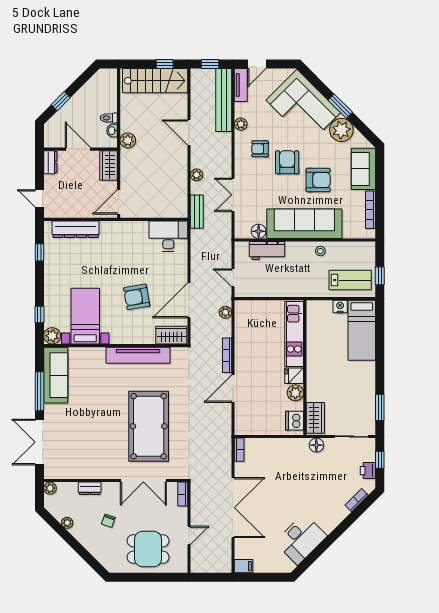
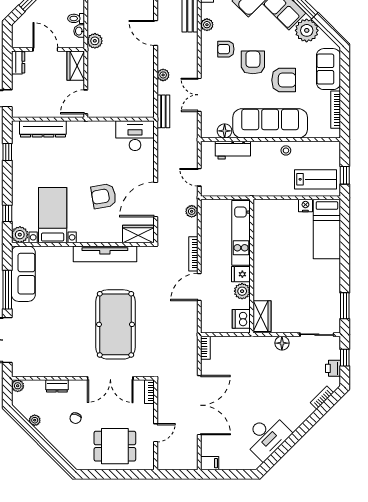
kitchen unit: (294, 334) -> (241, 233), moved
wall: (305, 368) -> (252, 266), moved
fridge: (294, 376) -> (241, 274), moved
plant: (295, 393) -> (242, 291), moved
wardrobe: (315, 418) -> (262, 316), moved
dishwasher: (294, 421) -> (241, 319), moved

